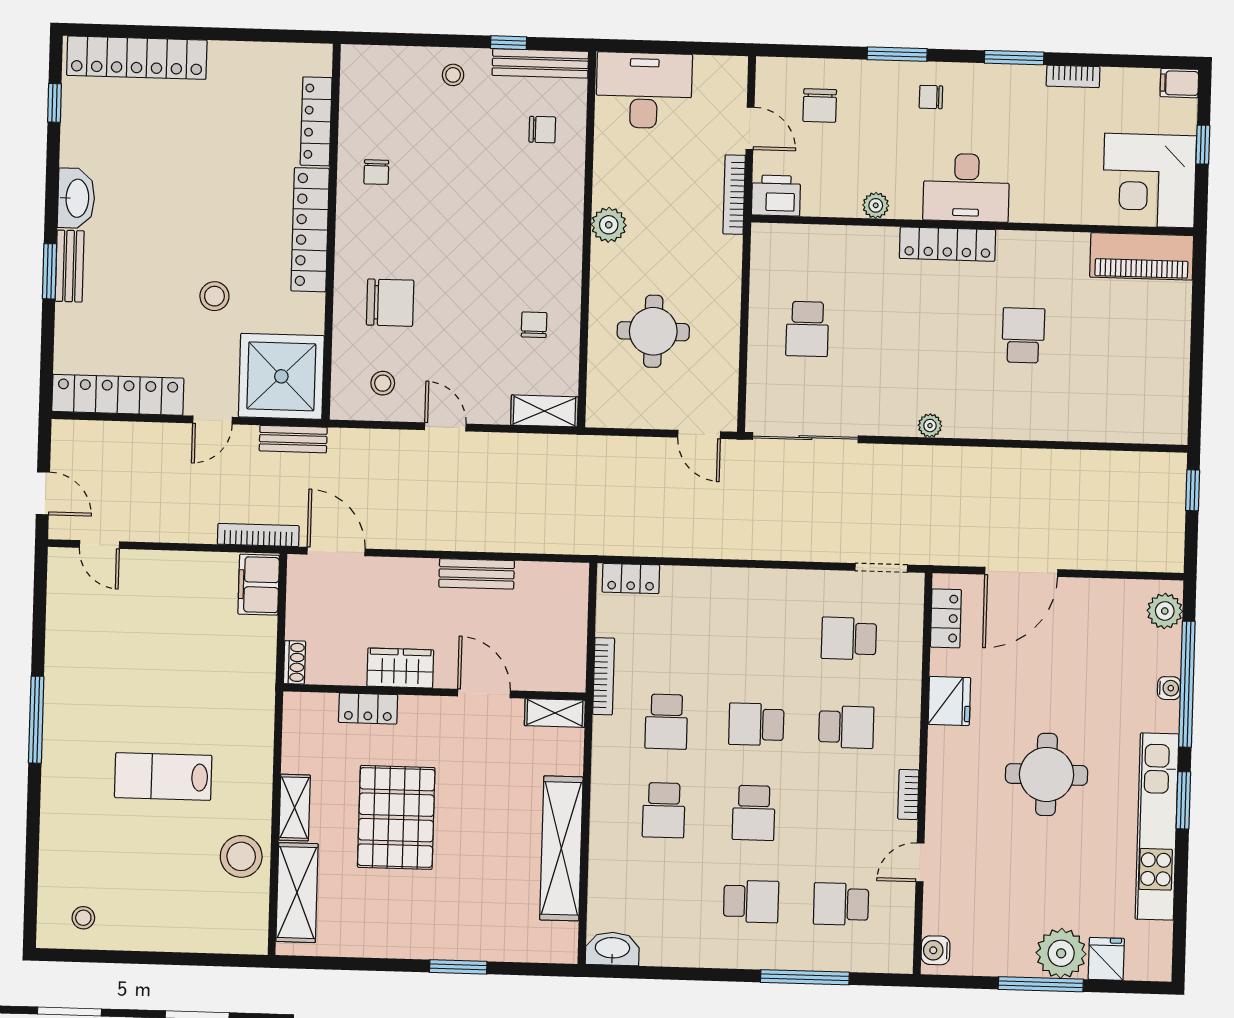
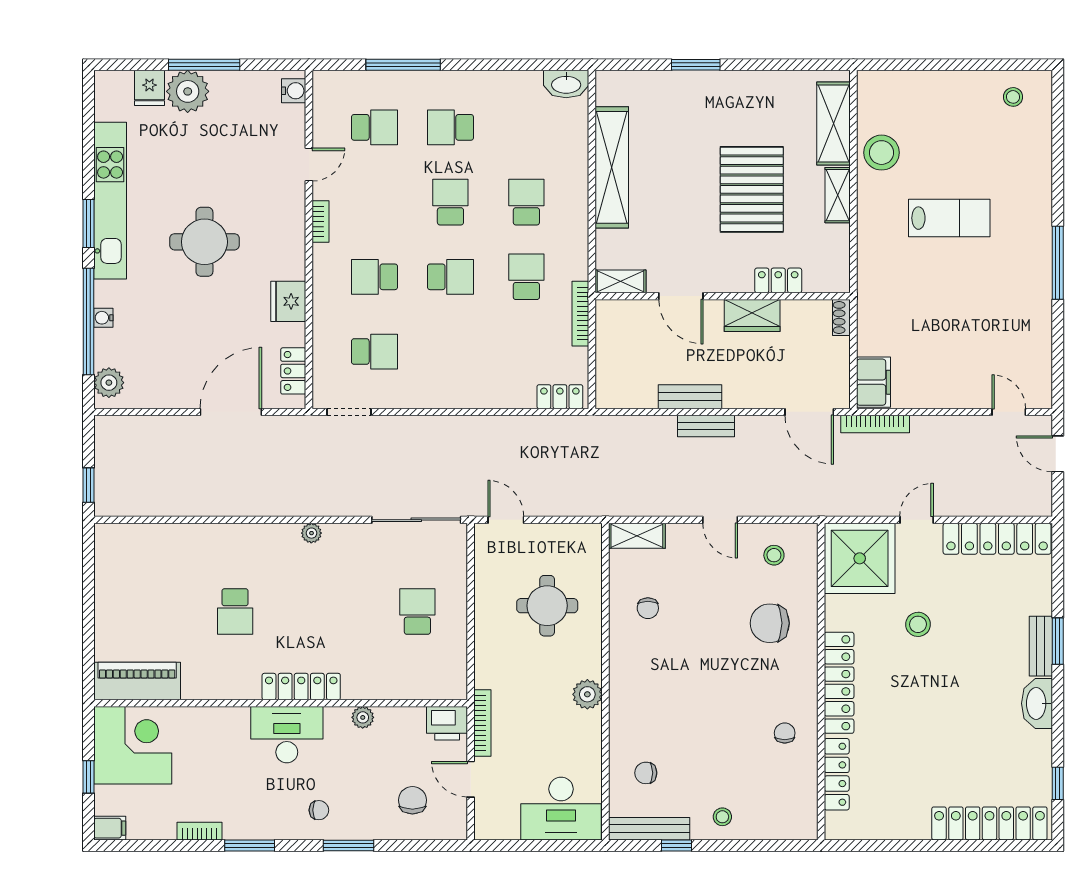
bench: (293, 439) -> (706, 426), moved

